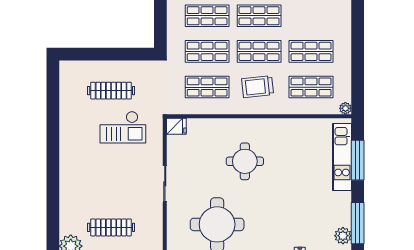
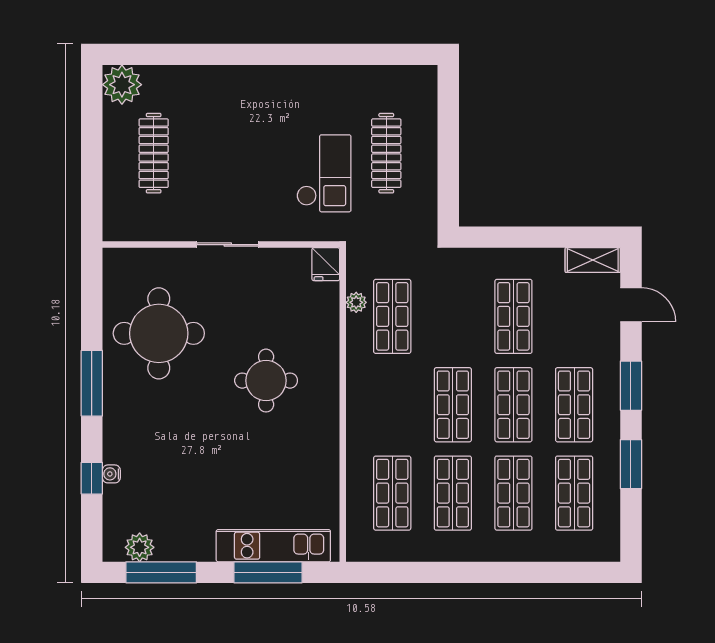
shop shelf: (207, 51) -> (513, 493), moved
trolley: (258, 87) -> (393, 402), removed
plant: (345, 108) -> (356, 302), moved
checkout: (123, 127) -> (324, 173), turned 180

